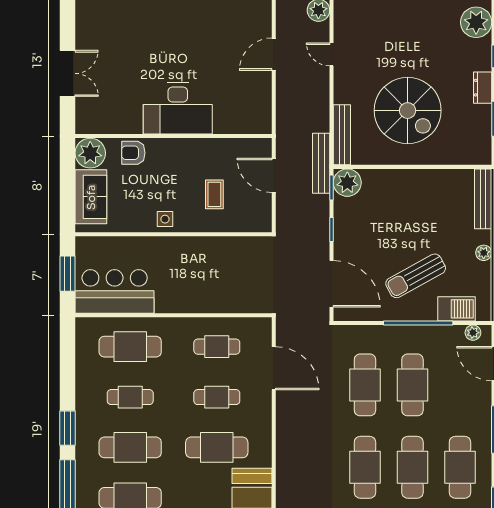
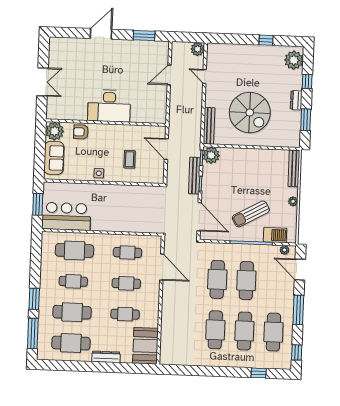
bench: (321, 163) -> (194, 176), moved
cafe table: (217, 447) -> (125, 314), width x0.73, depth x0.74

